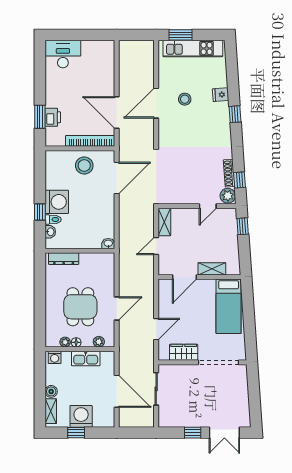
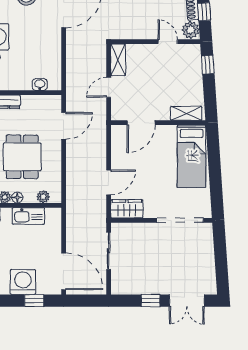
door: (208, 206) -> (168, 42), swing flipped
washbasin: (108, 244) -> (40, 84), moved
shelving: (212, 269) -> (186, 113), moved
door: (117, 308) -> (64, 126), moved
wardrobe: (184, 352) -> (127, 209), moved
door: (117, 391) -> (64, 271), moved
window: (76, 433) -> (34, 301), moved

